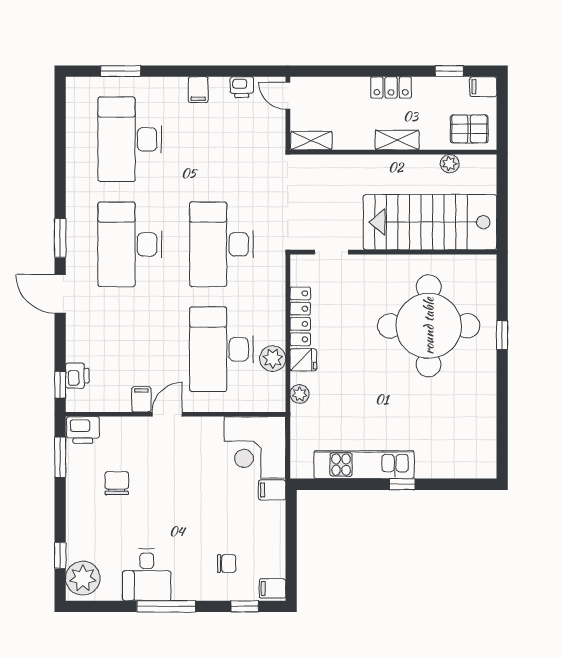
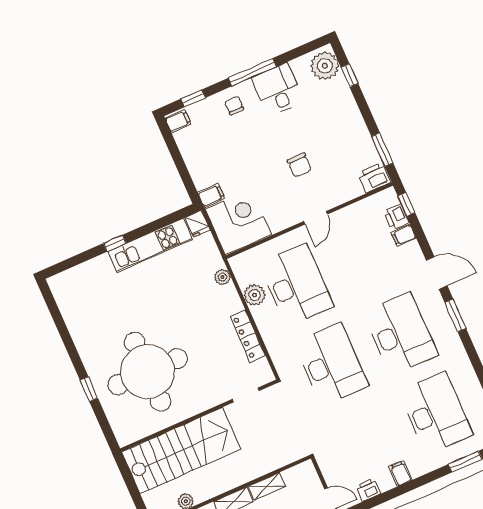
shelving: (311, 141) -> (267, 486), moved
fridge: (303, 360) -> (197, 224), moved, turned -90
filing cabinet: (141, 399) -> (404, 235), moved, turned 90
chair: (117, 483) -> (299, 165), moved
chair: (227, 564) -> (234, 106), moved, turned 90

